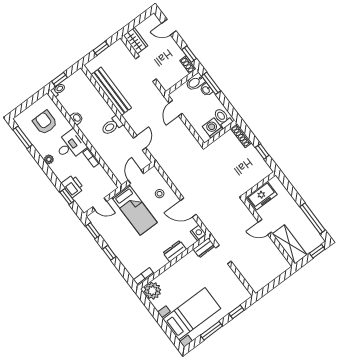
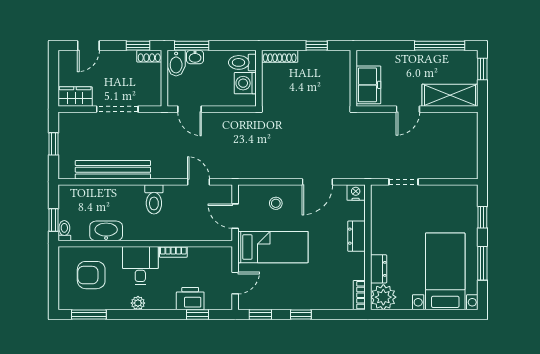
washbasin: (77, 118) -> (106, 231), width x1.91, depth x1.45
dresser: (204, 248) -> (379, 269), moved

